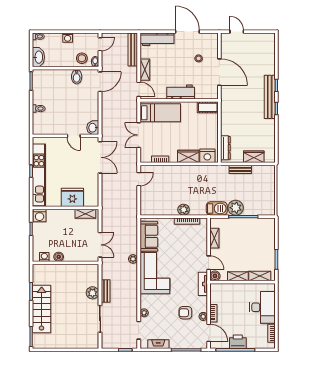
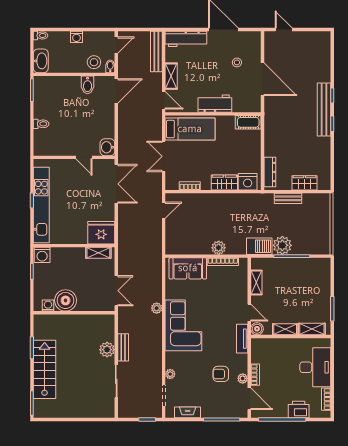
fridge: (72, 197) -> (101, 233), moved
sofa: (149, 236) -> (188, 268), moved, turned 90
boiler: (59, 257) -> (66, 300), width x1.86, depth x1.86
printer: (238, 342) -> (299, 410), moved

